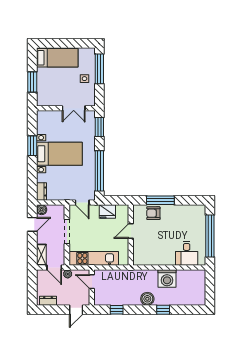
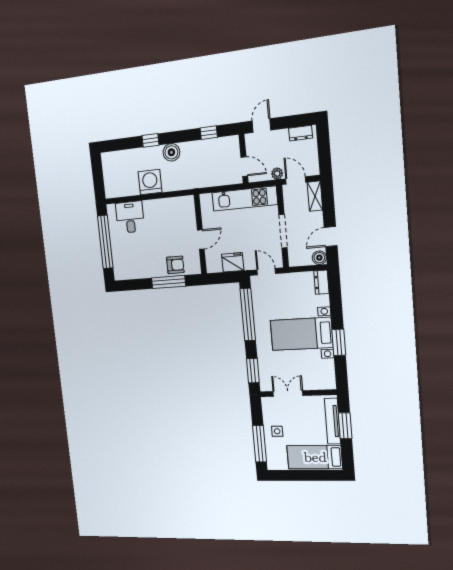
tv unit: (41, 86) -> (333, 421), added

